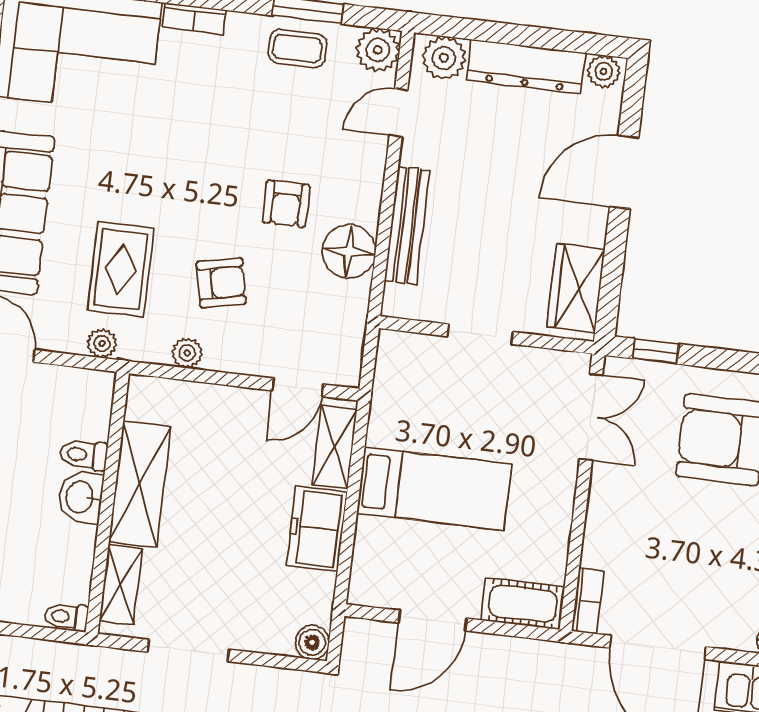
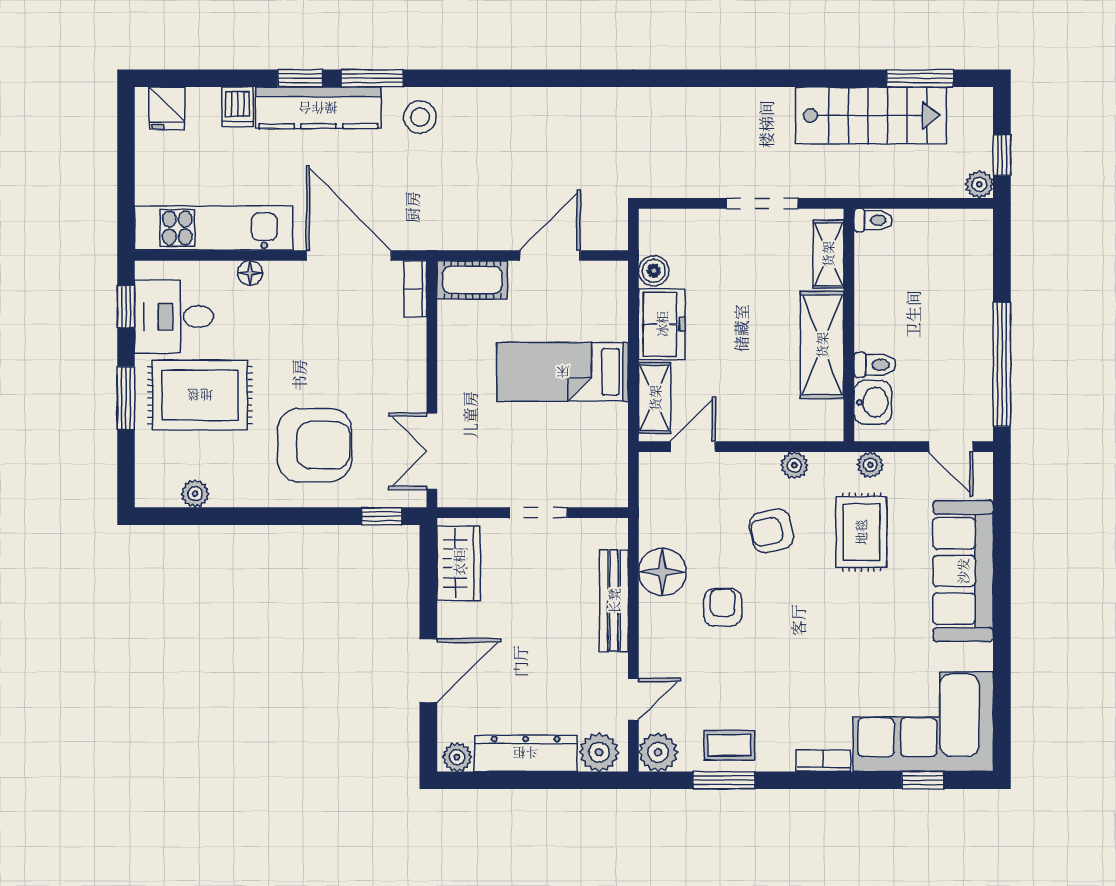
washbasin: (81, 497) -> (873, 402), moved
boiler: (312, 642) -> (654, 271), moved

